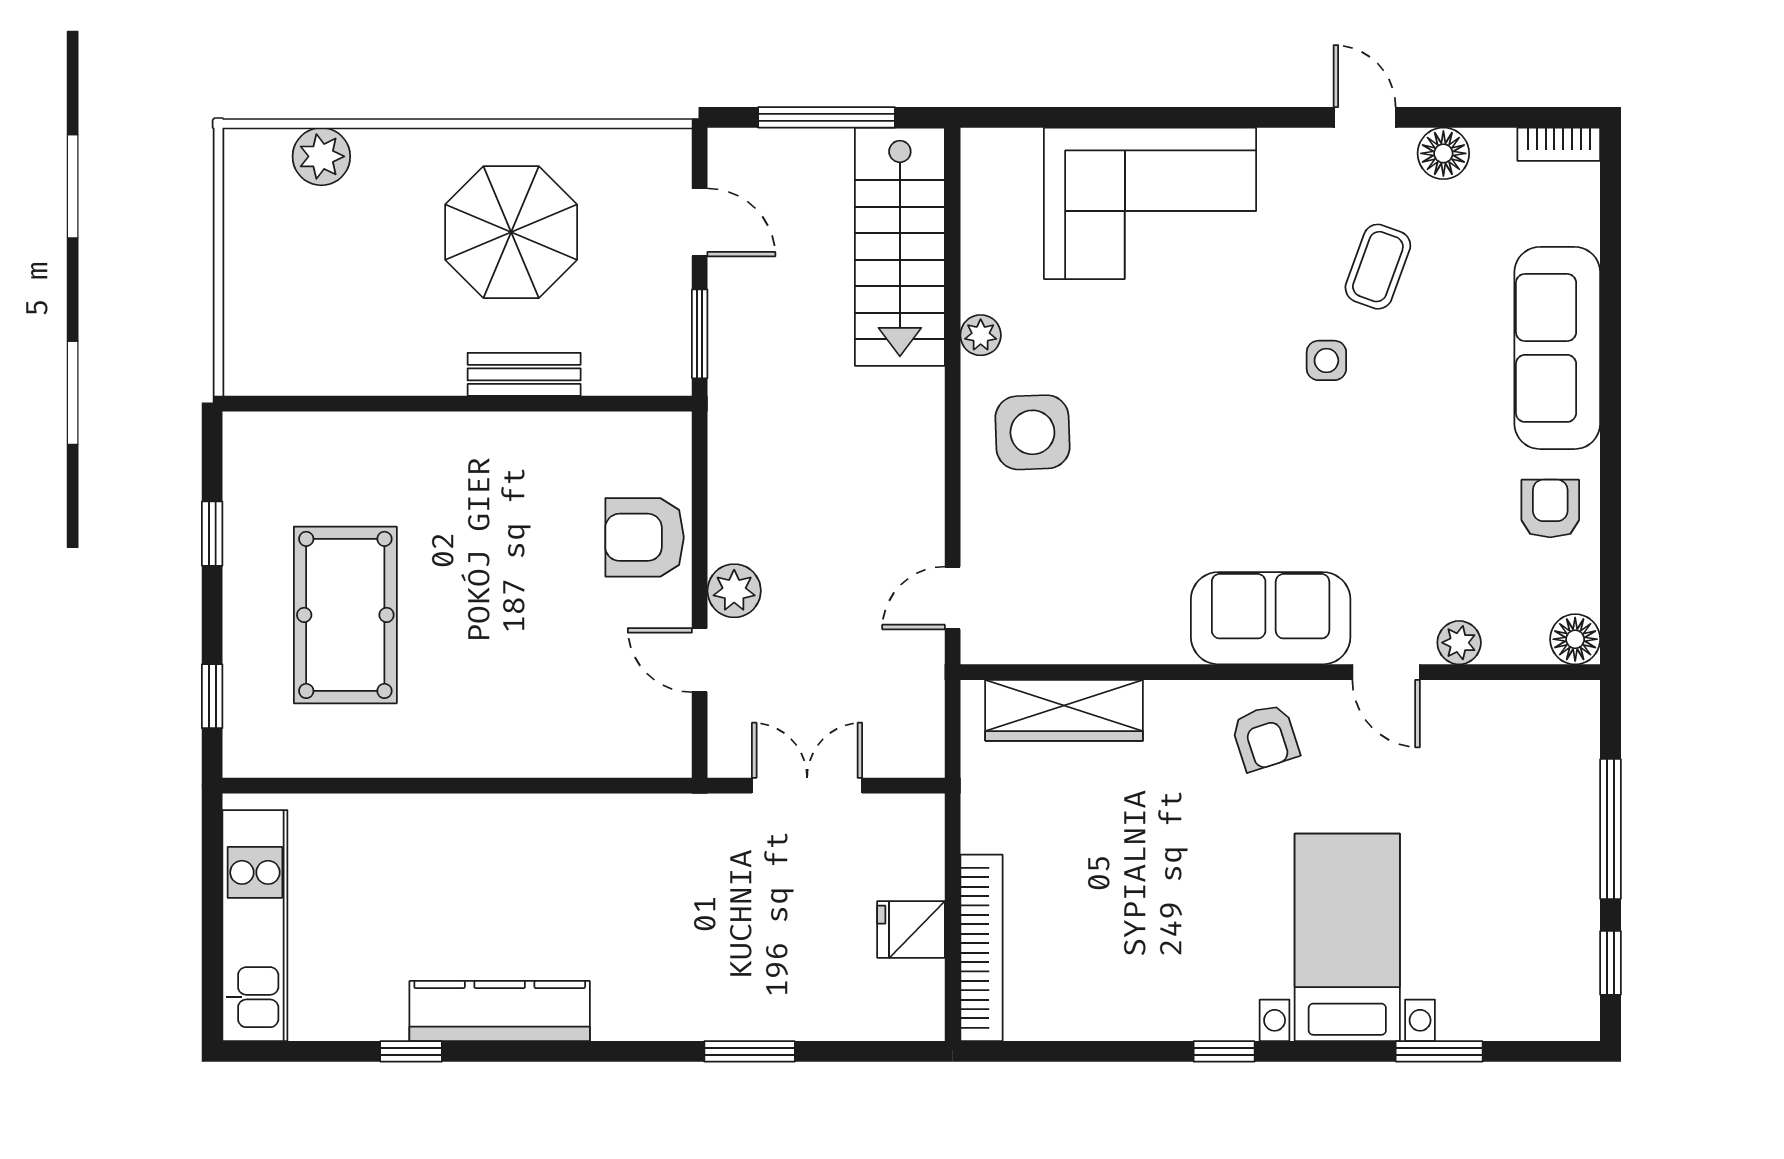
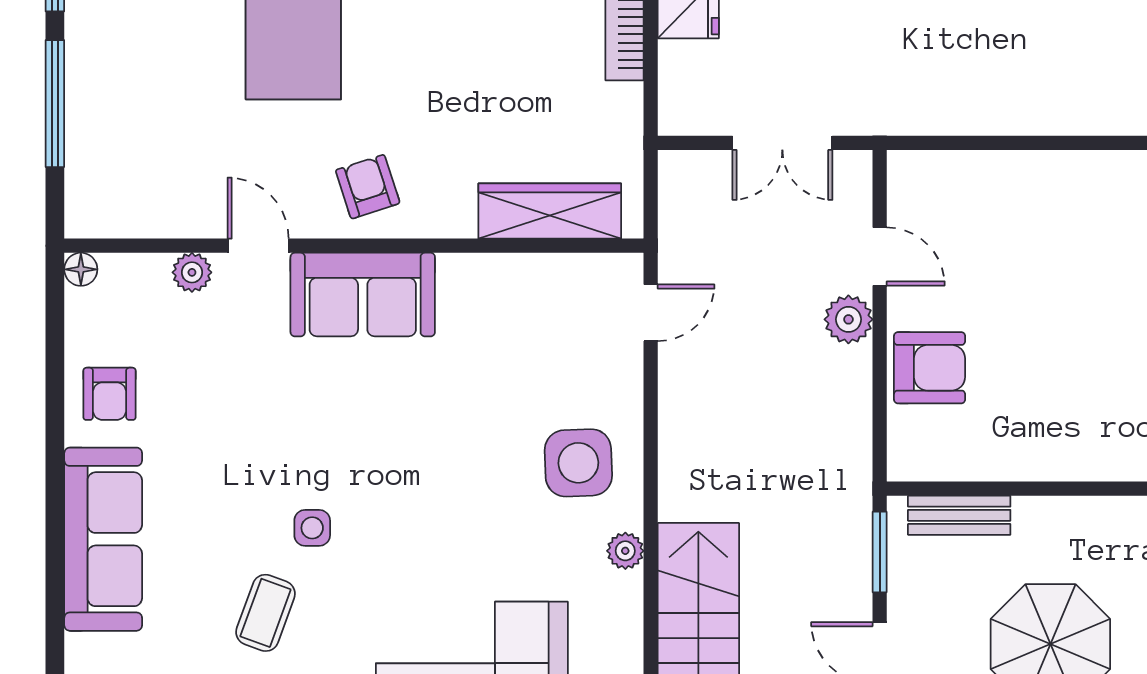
bench: (524, 374) -> (959, 515), moved
floor lamp: (1575, 639) -> (81, 269), width x0.73, depth x0.73

